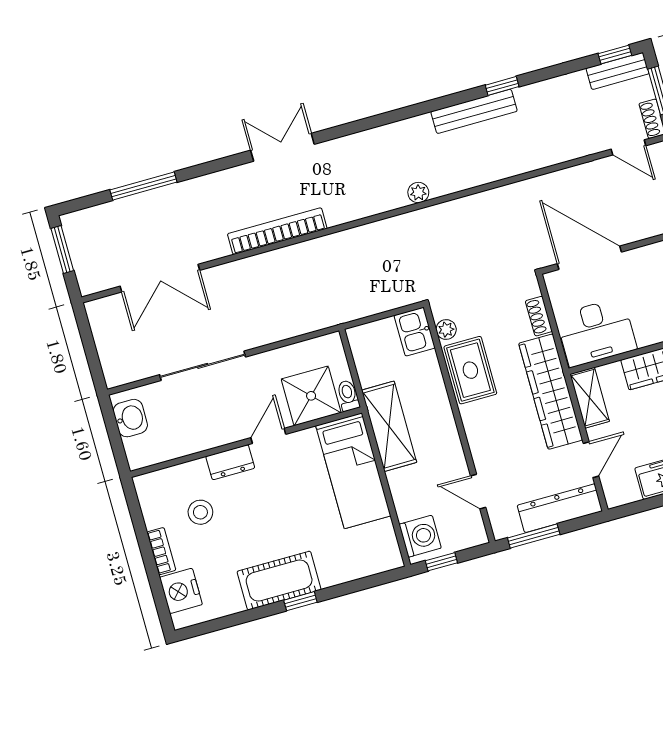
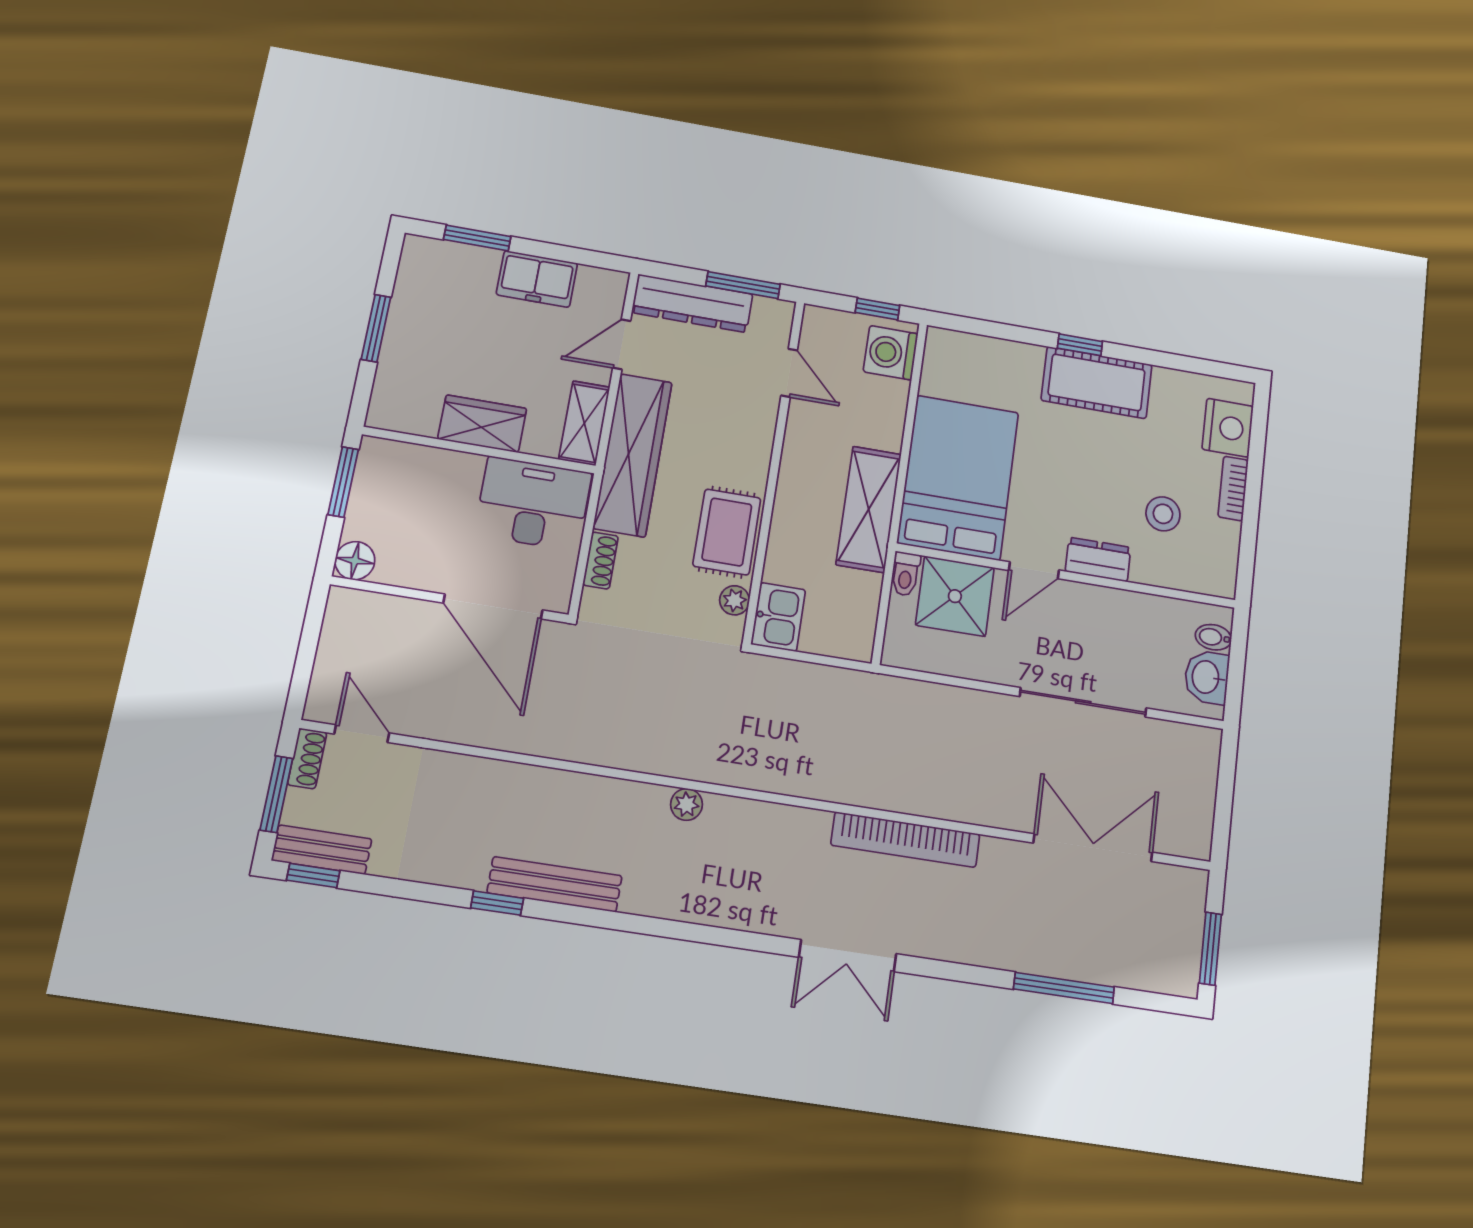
bidet: (136, 446) -> (1213, 637), added
bed: (353, 471) -> (958, 477), width x1.50

